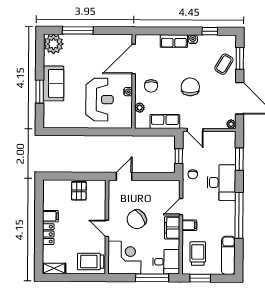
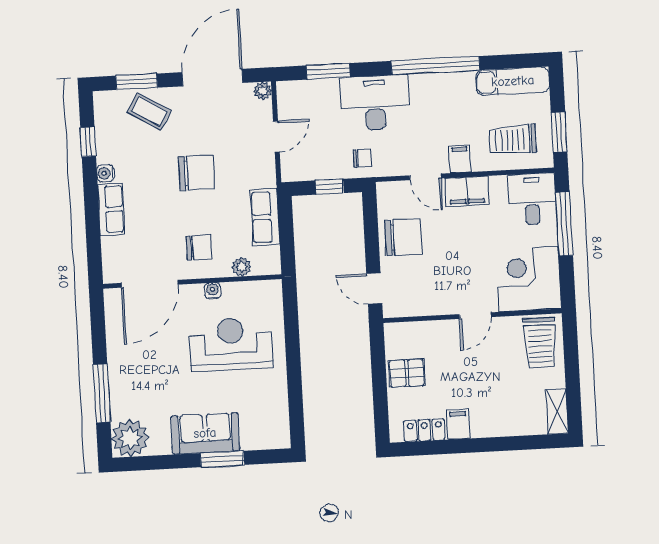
door: (134, 59) -> (150, 284), hinge flipped
chair: (190, 87) -> (196, 173), turned 180
door: (195, 130) -> (276, 137), moved
chair: (137, 219) -> (403, 237), moved, turned -53
locker: (48, 234) -> (424, 430), moved

